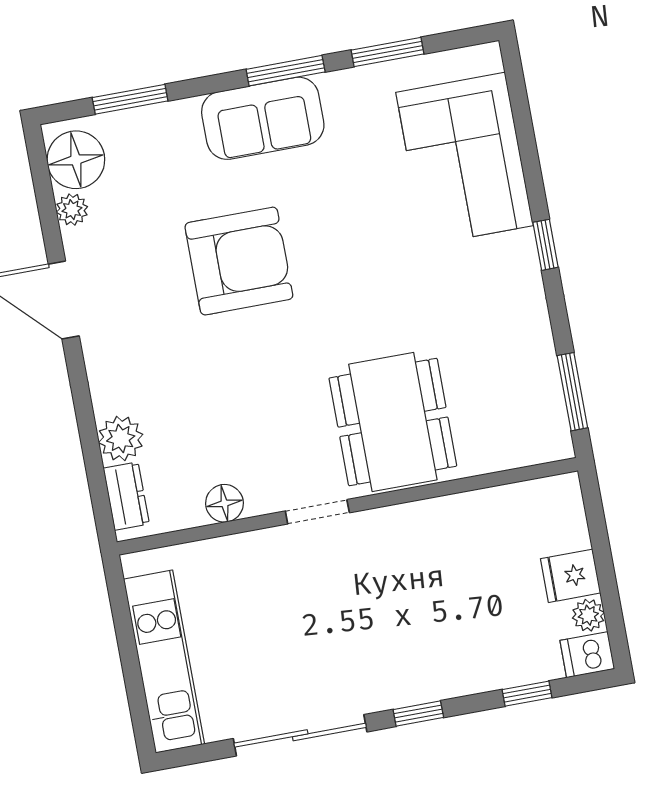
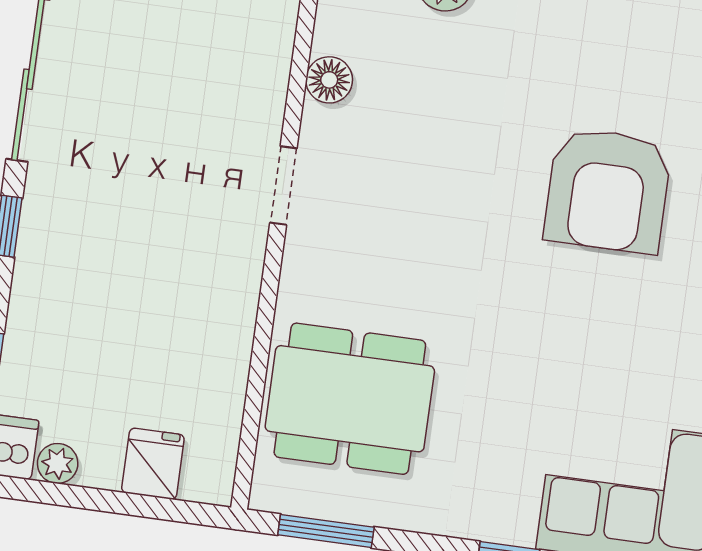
dining table: (393, 422) -> (350, 399), moved
fridge: (571, 576) -> (153, 464), moved

